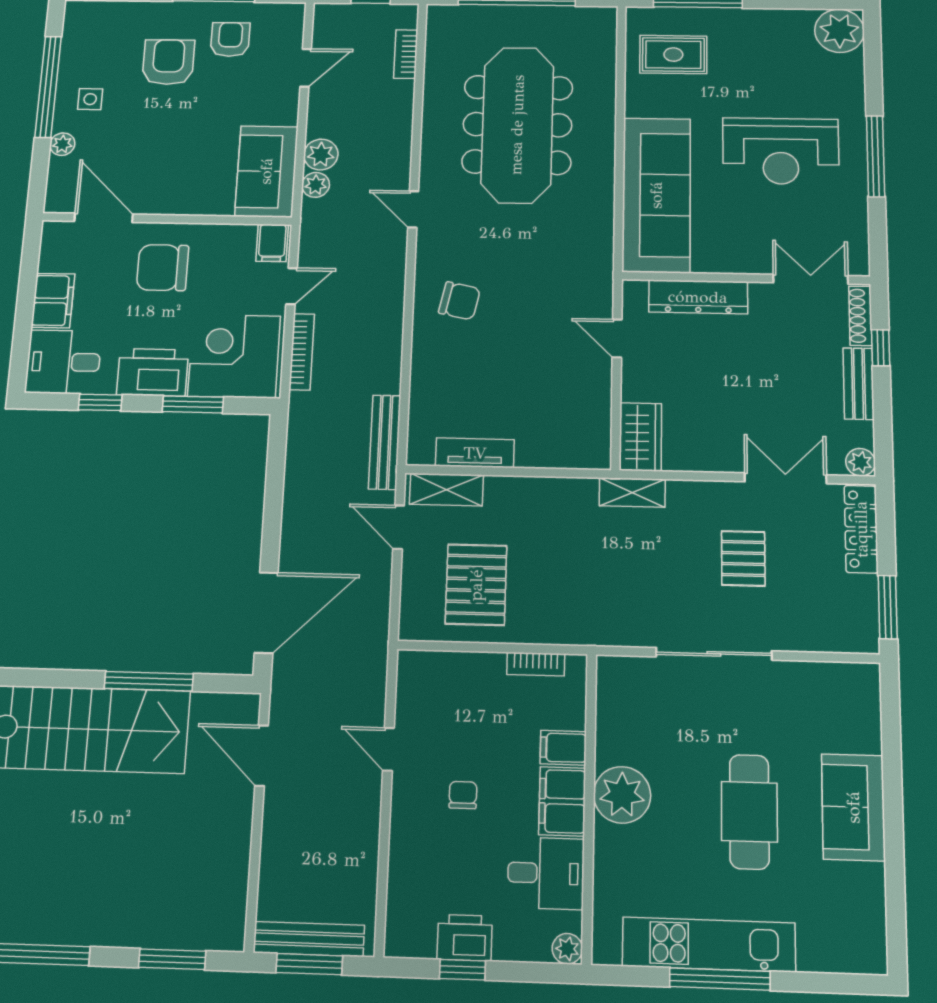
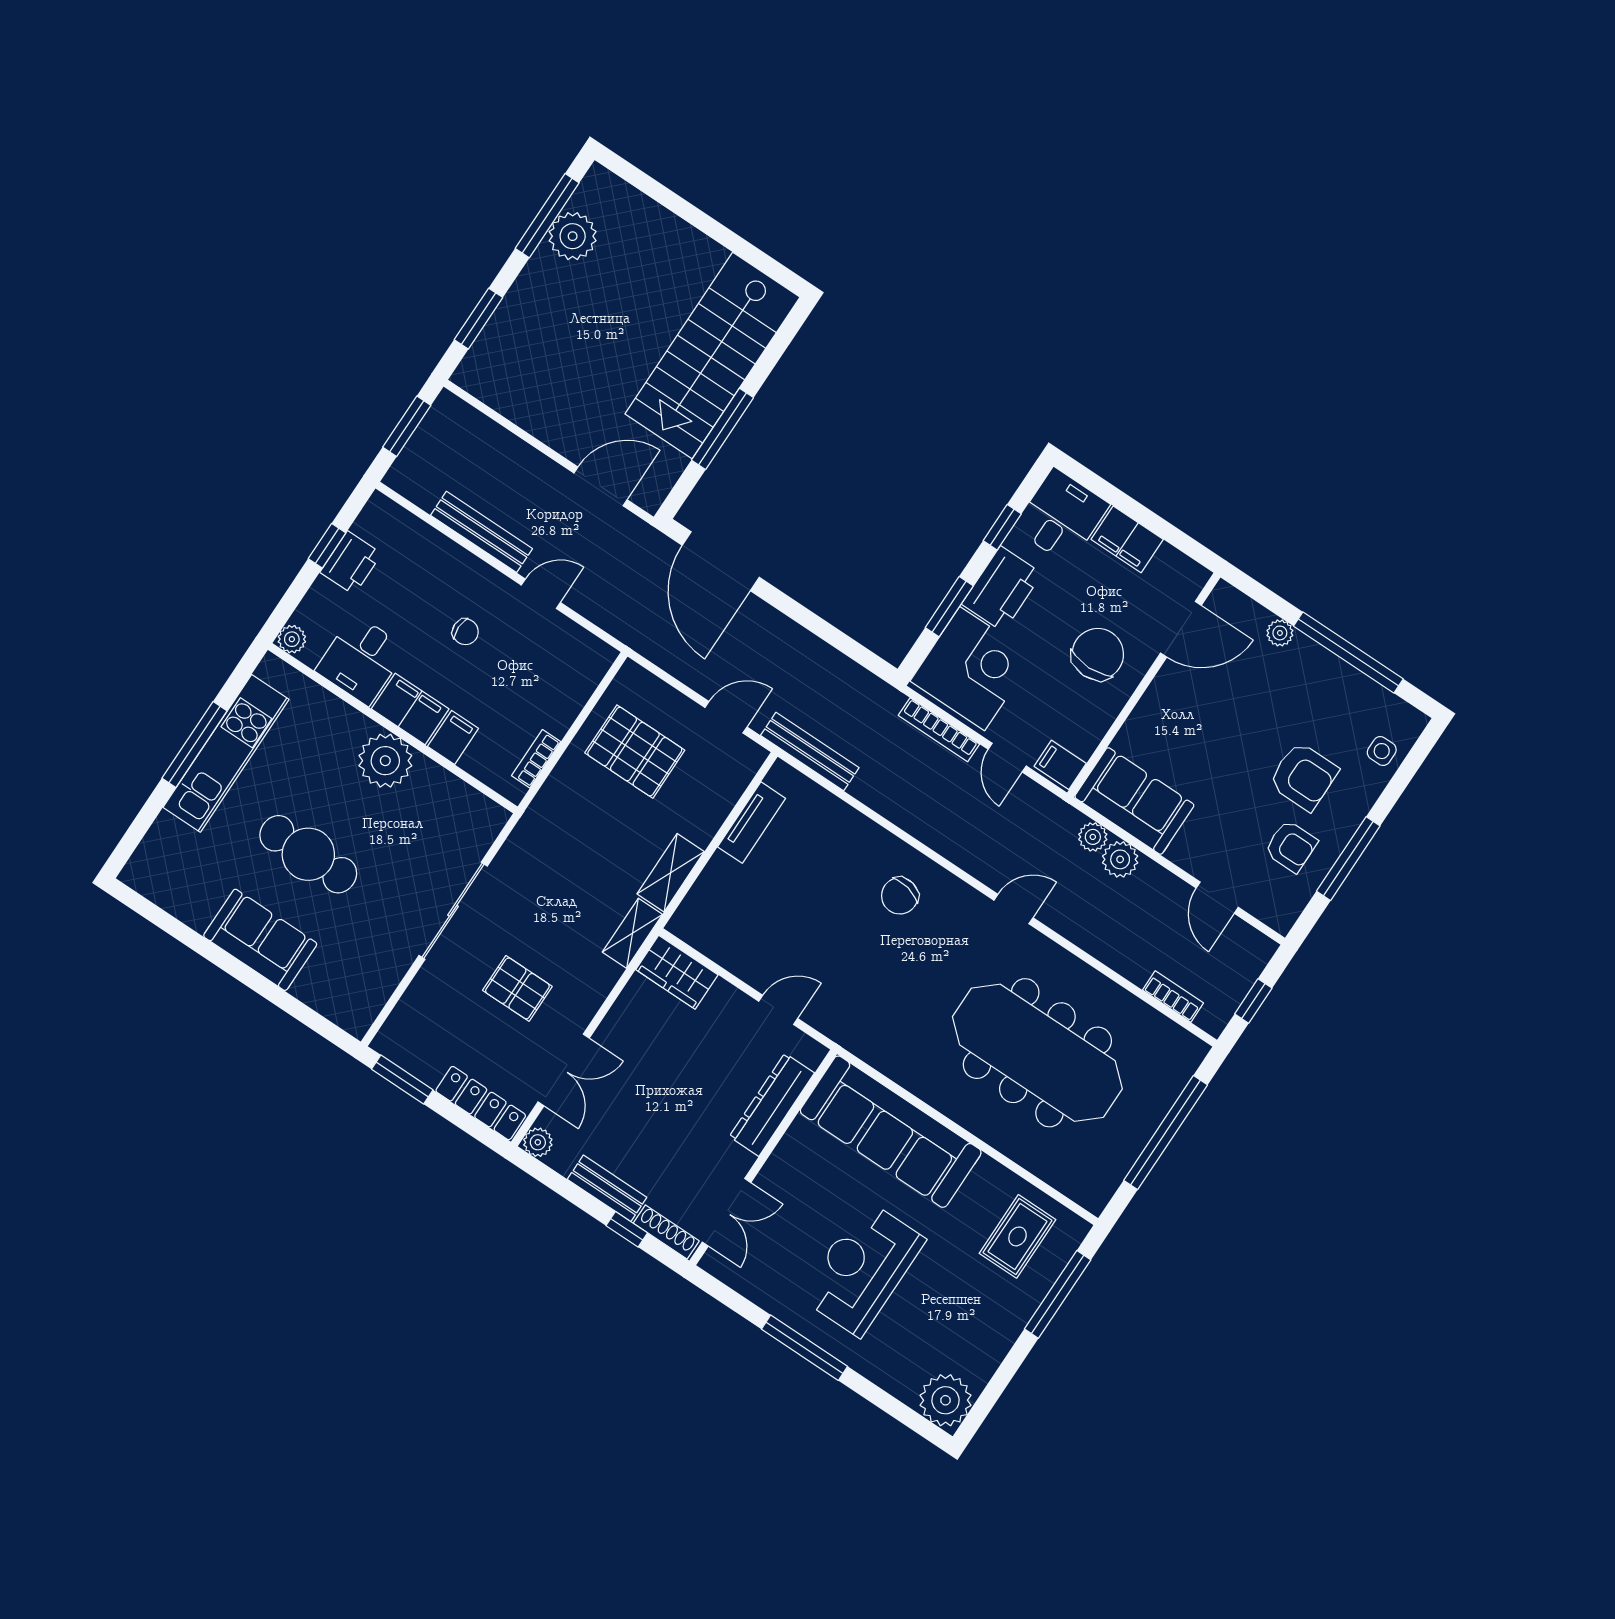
side table: (90, 99) -> (1382, 751), moved
shelving: (446, 490) -> (671, 873), moved
plant: (48, 919) -> (573, 236), added
bench: (309, 939) -> (481, 532), moved, turned 90

